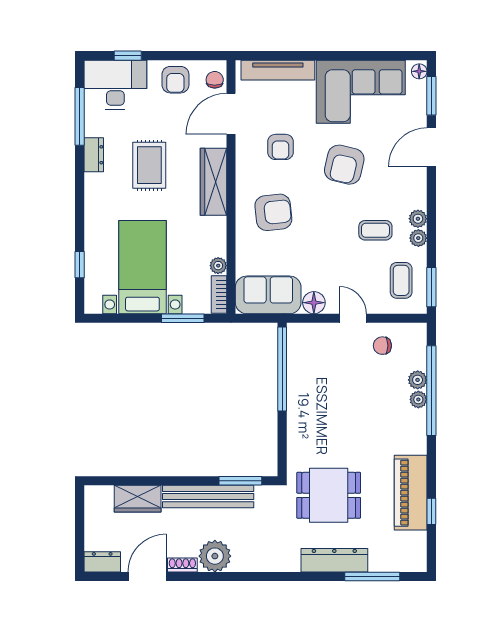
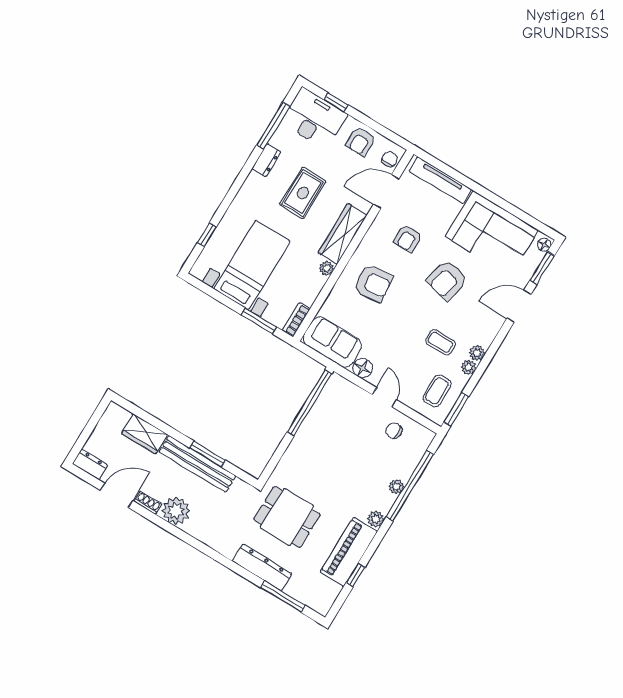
plant: (218, 266) -> (327, 268), moved
plant: (418, 380) -> (376, 519), moved
window: (240, 481) -> (208, 454), moved

